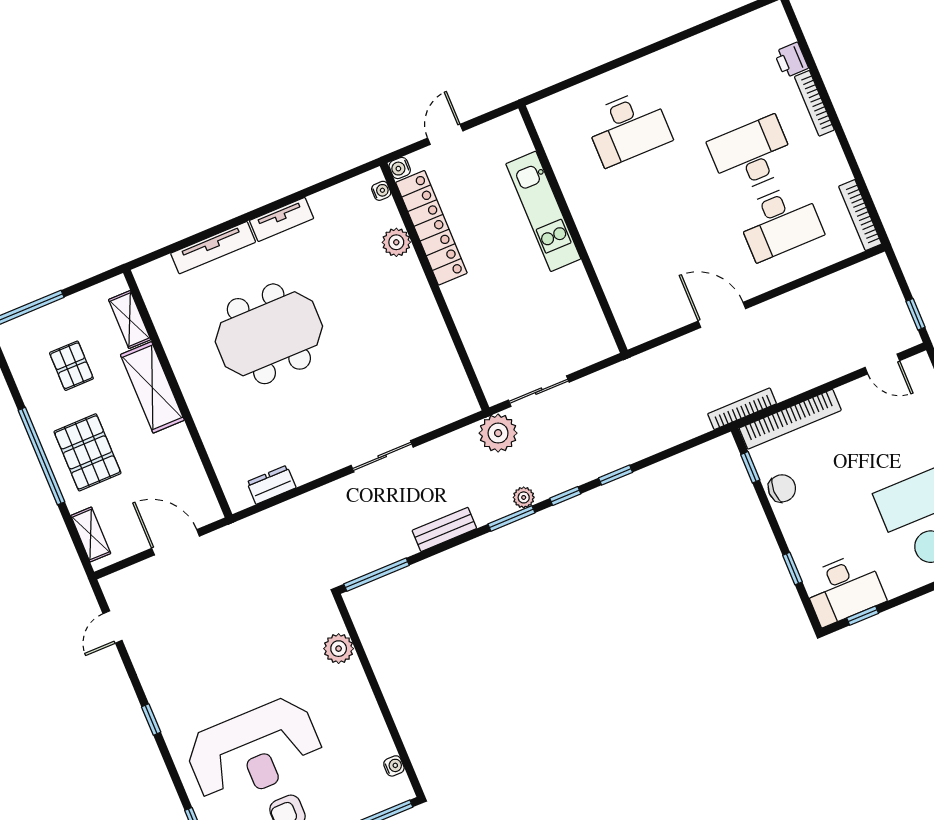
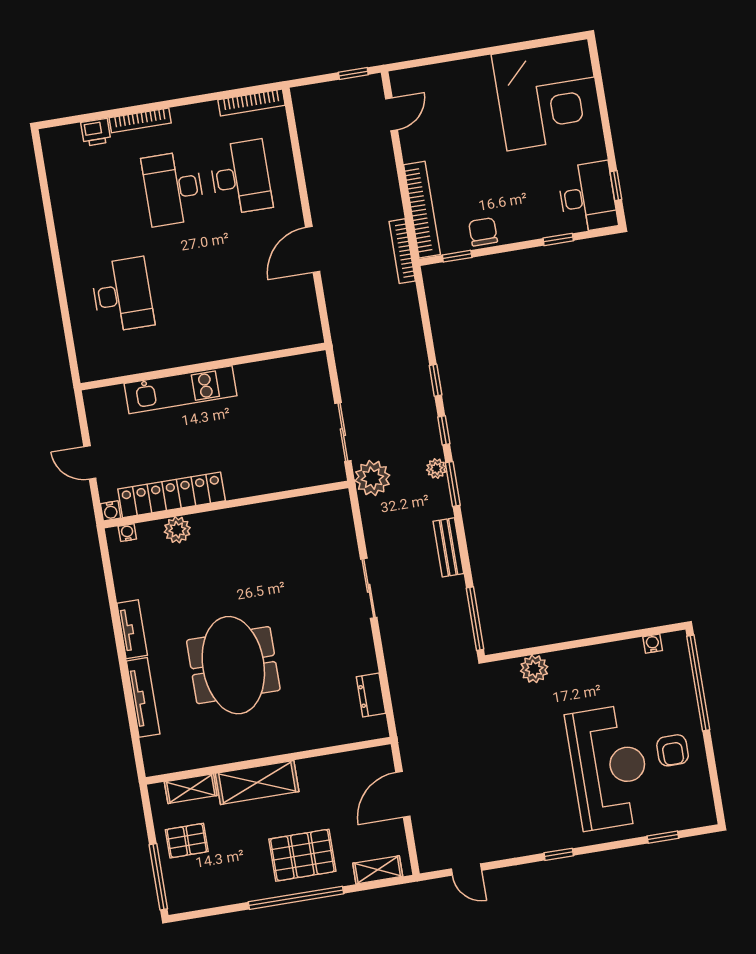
pallet: (71, 366) -> (187, 841), moved

